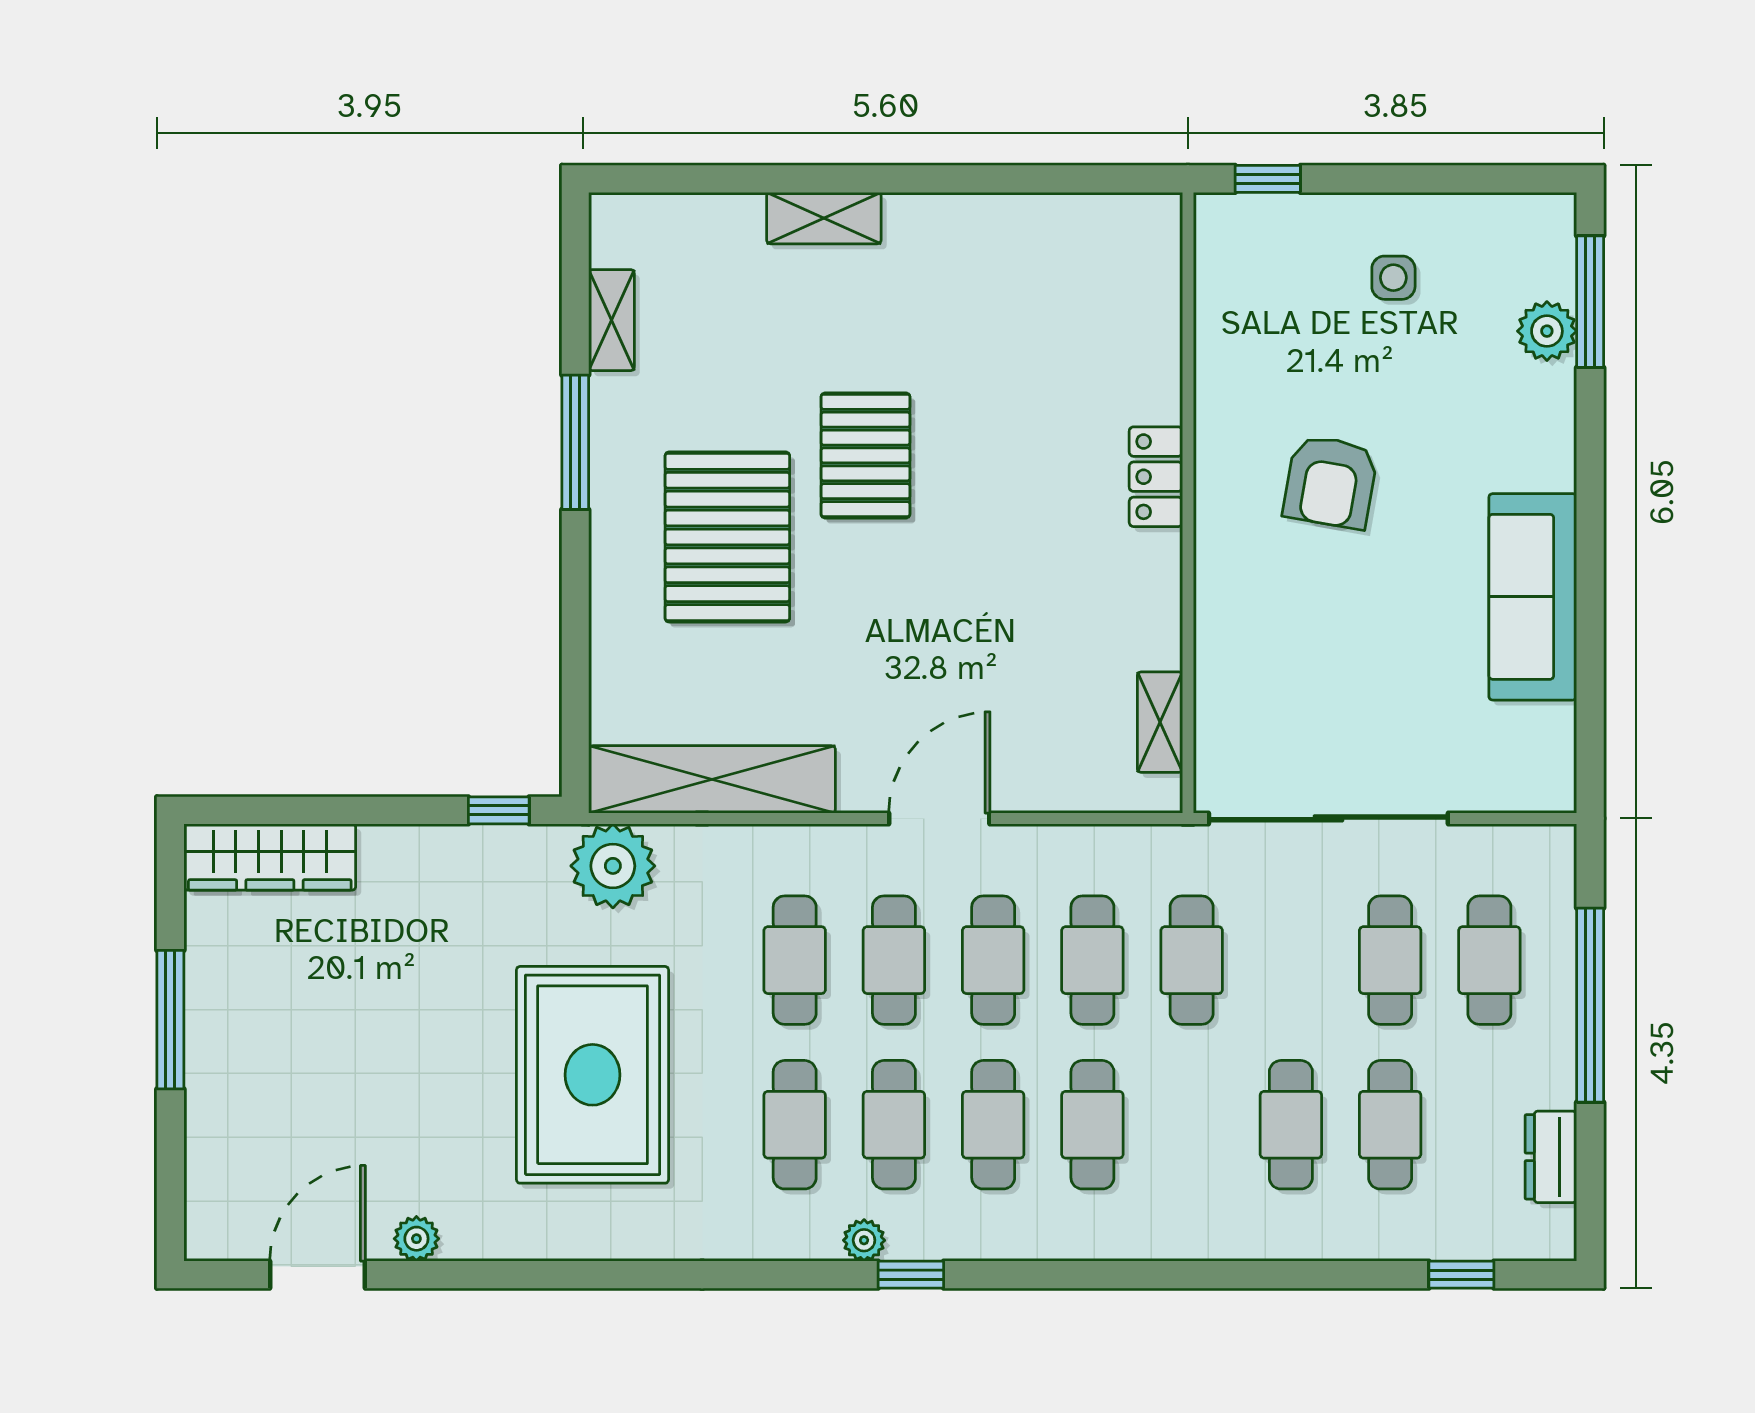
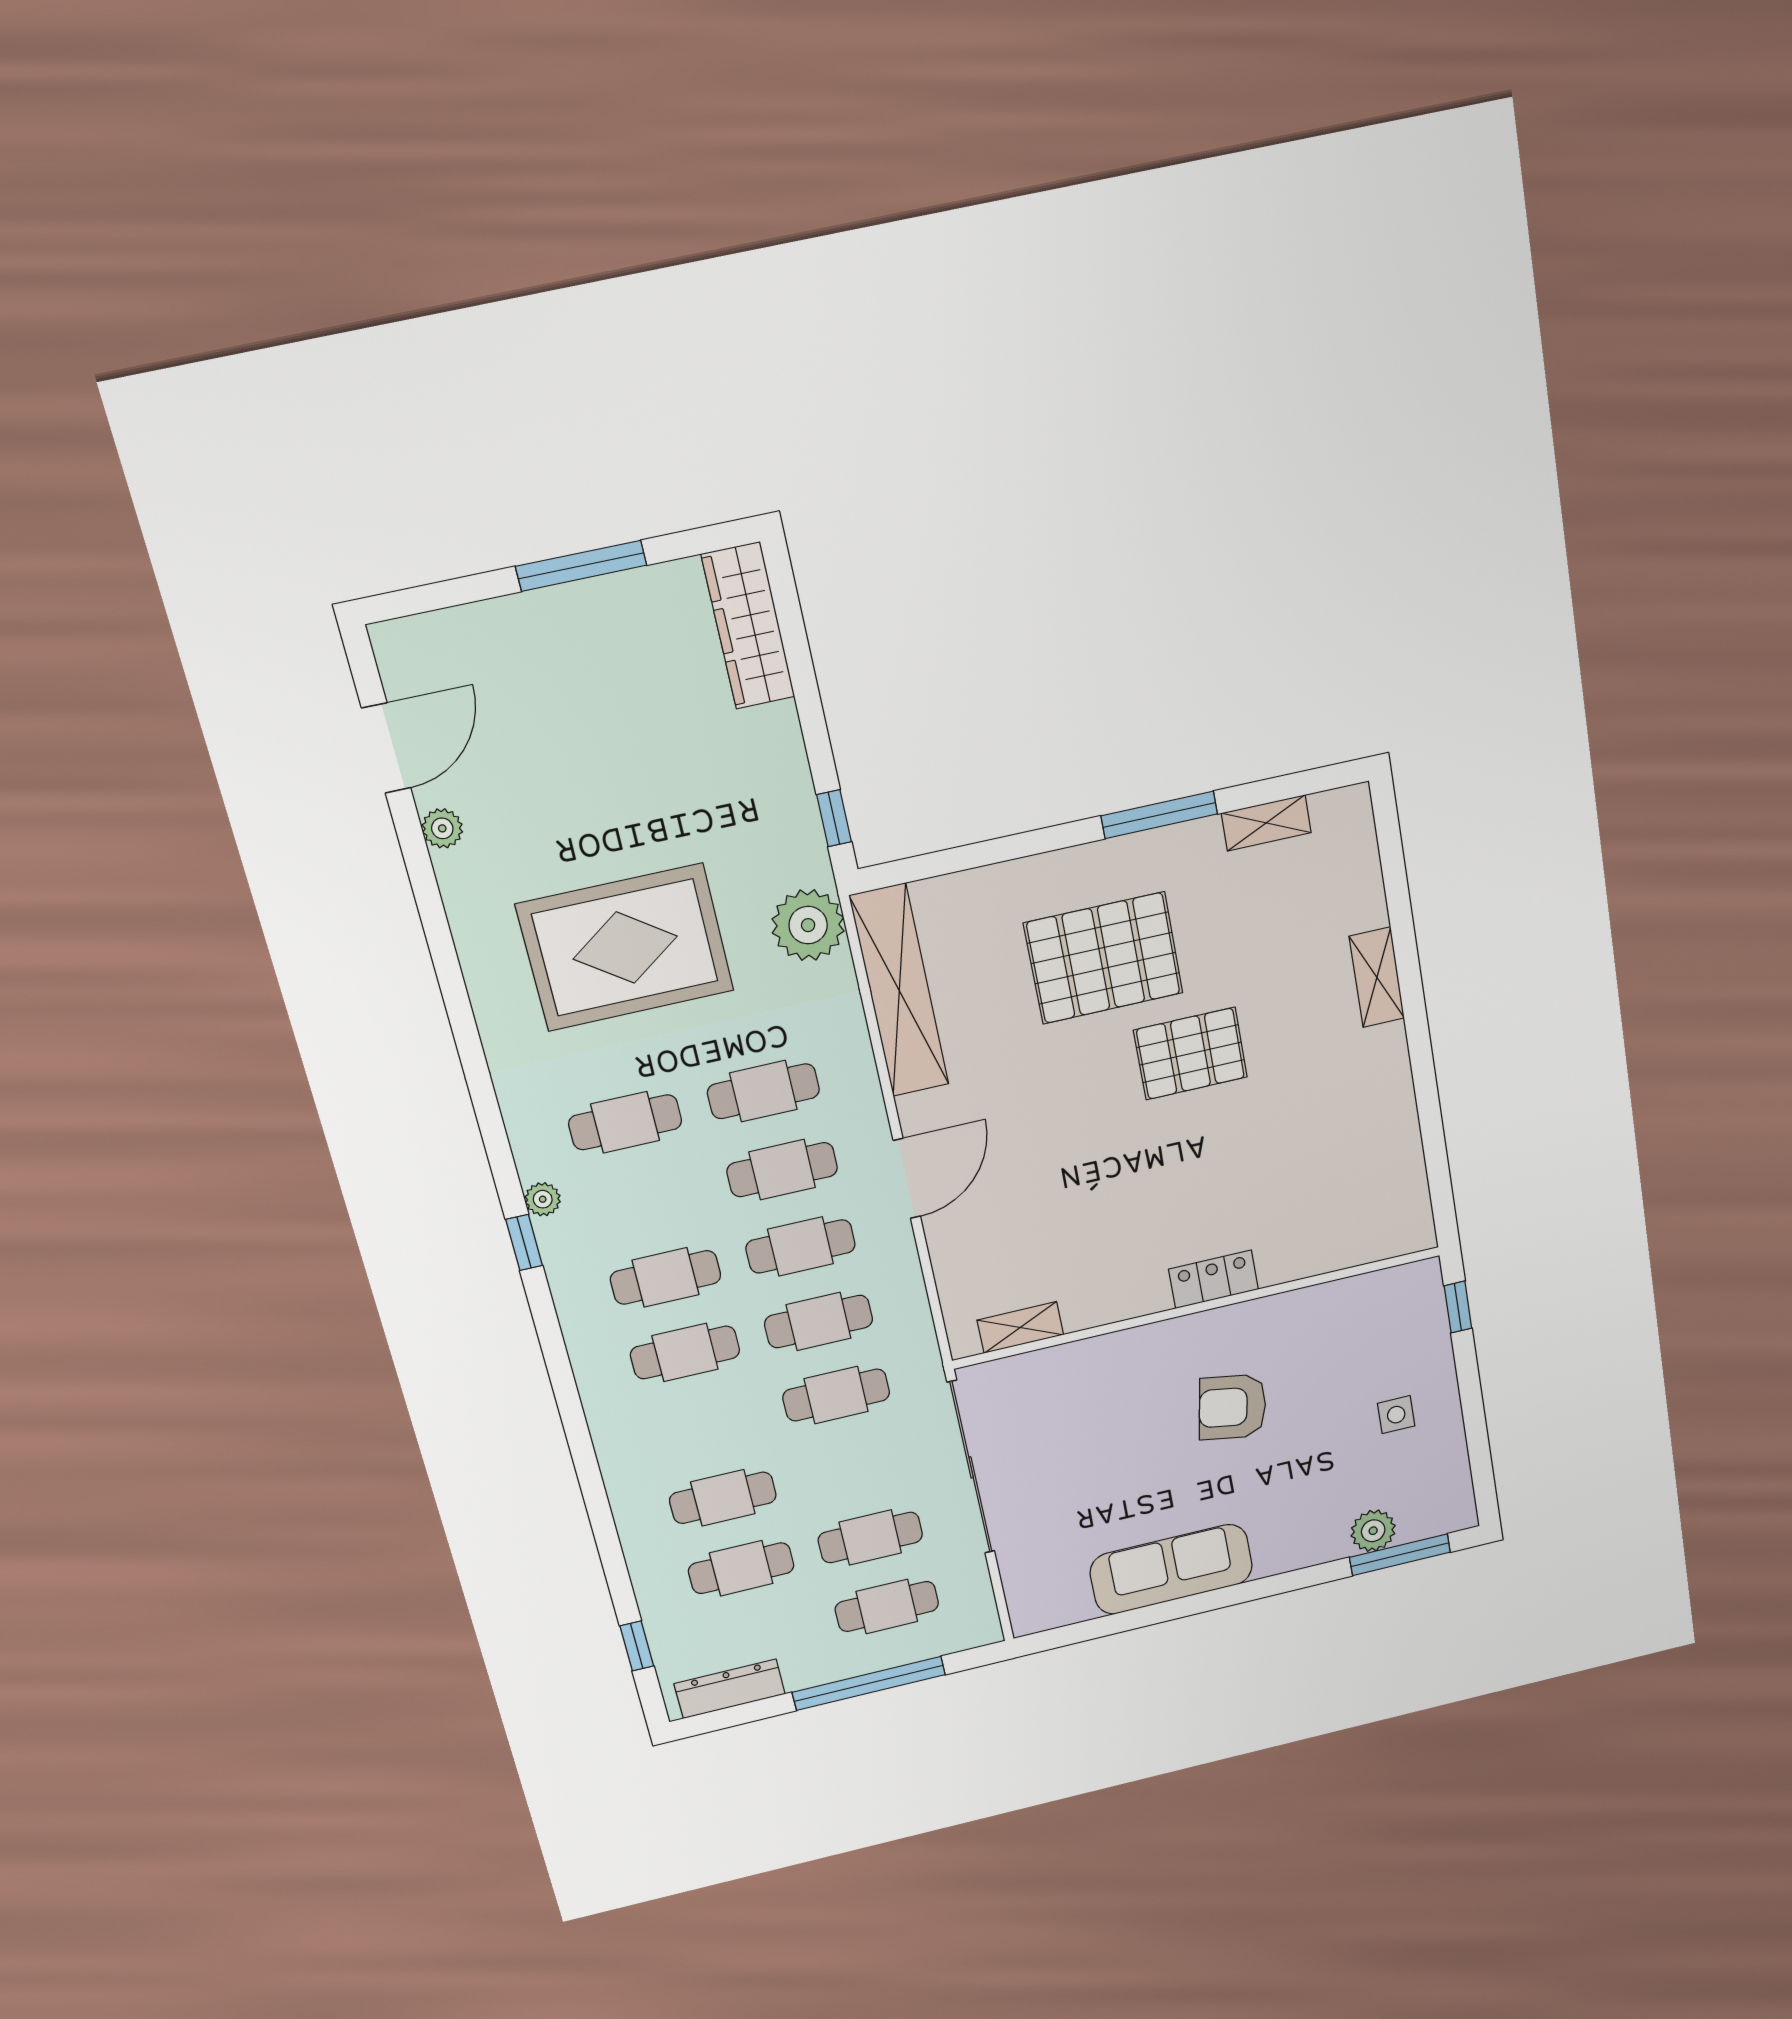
door: (939, 818) -> (907, 1178), hinge flipped
cafe table: (894, 1125) -> (646, 1201), removed
dresser: (1551, 1157) -> (730, 1689), width x1.44
door: (318, 1275) -> (386, 748), hinge flipped

